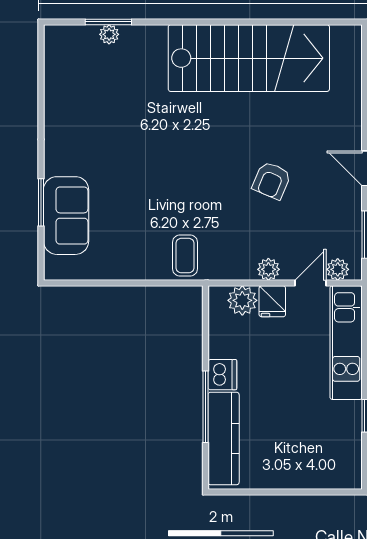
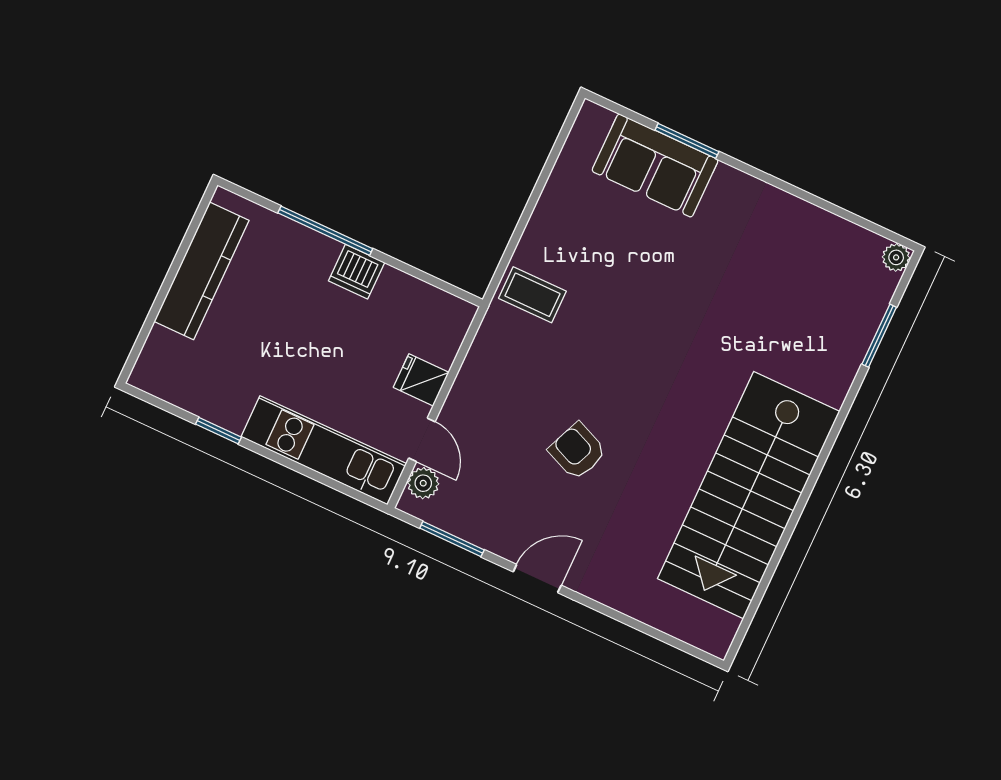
plant: (109, 34) -> (896, 257), moved
plant: (268, 269) -> (465, 394), removed
plant: (242, 300) -> (440, 342), removed
kitchen counter: (224, 438) -> (201, 271), moved, turned -90

